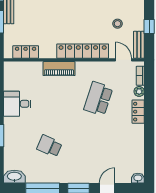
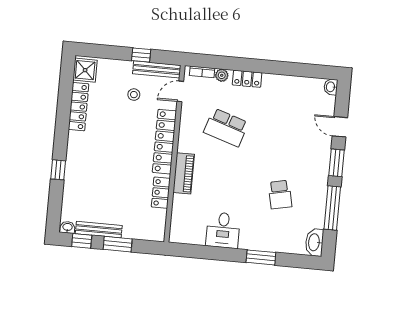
bench: (139, 45) -> (157, 69), width x1.36
locker: (26, 52) -> (161, 193), moved
school desk: (49, 146) -> (280, 195), turned -36

